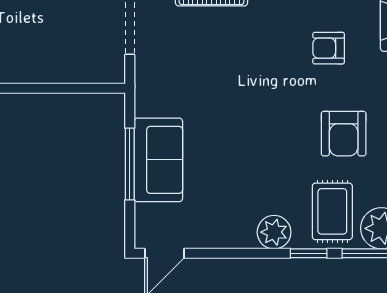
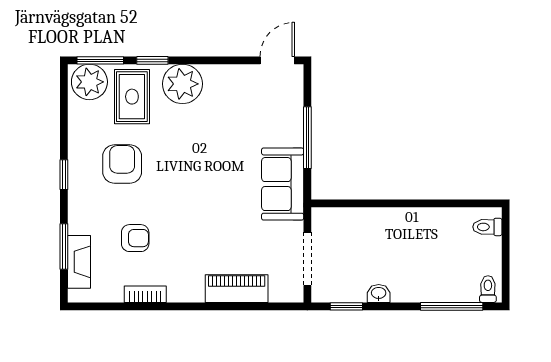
sofa: (158, 160) -> (283, 184), moved
plant: (274, 232) -> (182, 84), width x1.36, depth x1.36

